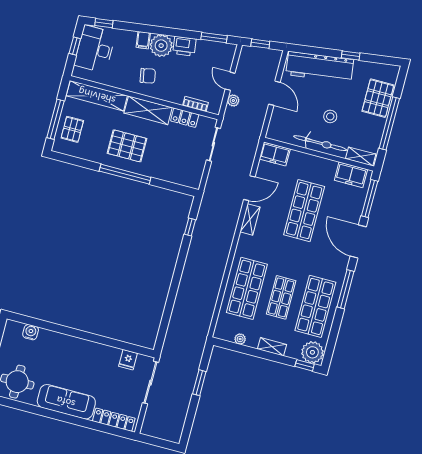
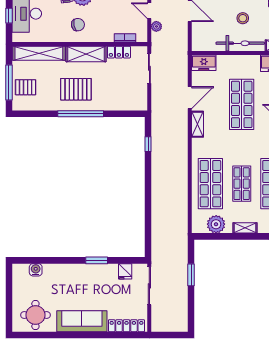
pallet: (72, 129) -> (26, 87), turned 90
window: (100, 339) -> (97, 260), added
plant: (240, 339) -> (216, 224), width x1.87, depth x1.87

